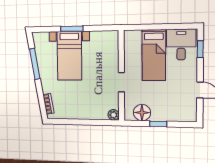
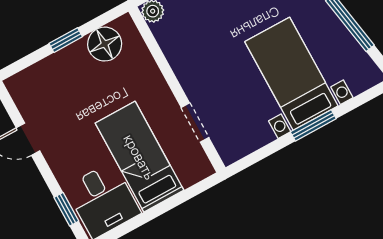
doorway: (121, 82) -> (195, 122), moved

